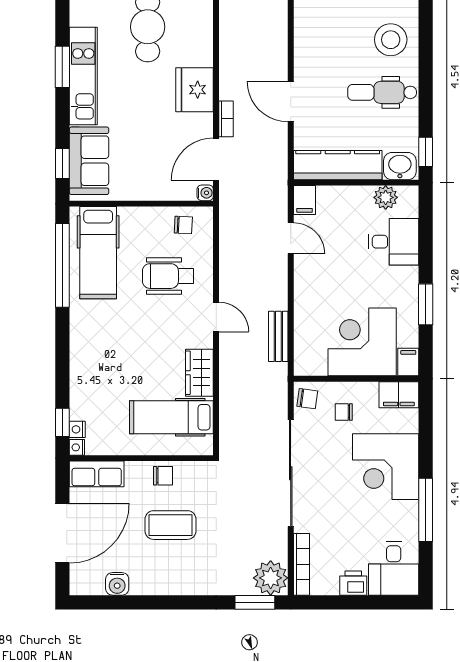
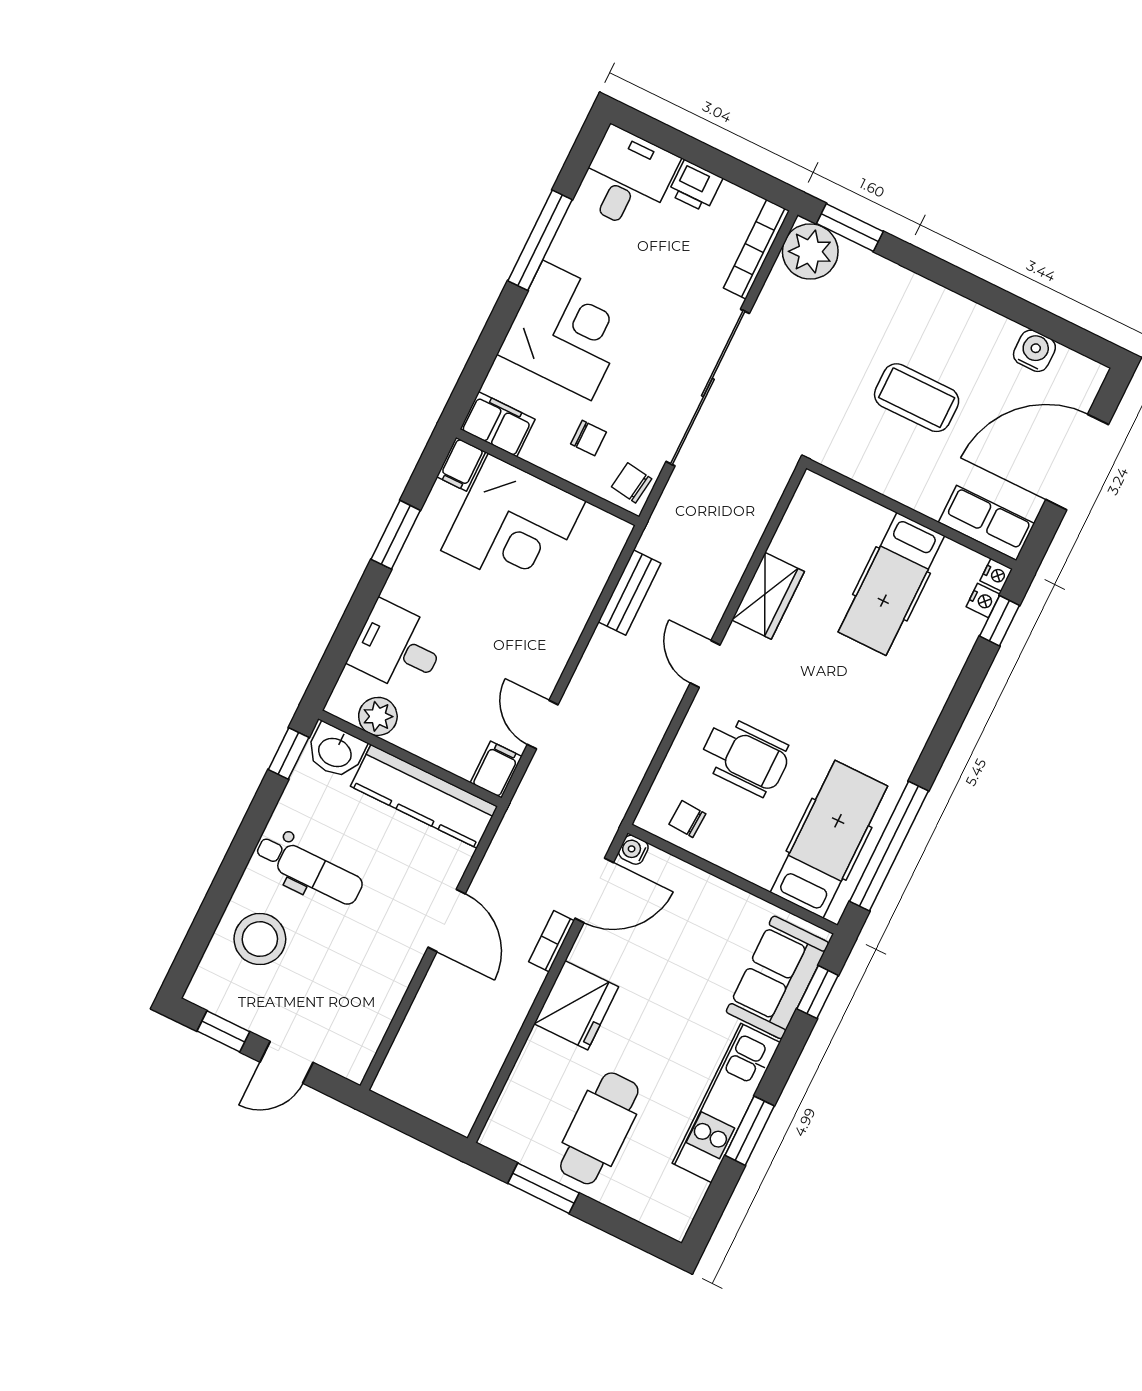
hospital bed: (171, 417) -> (891, 584), moved, turned 90
chair: (163, 476) -> (893, 474), removed

